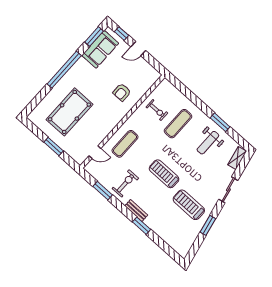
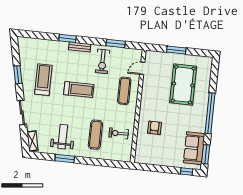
door: (138, 49) -> (166, 169), removed
treadmill: (189, 205) -> (43, 80), turned -90

